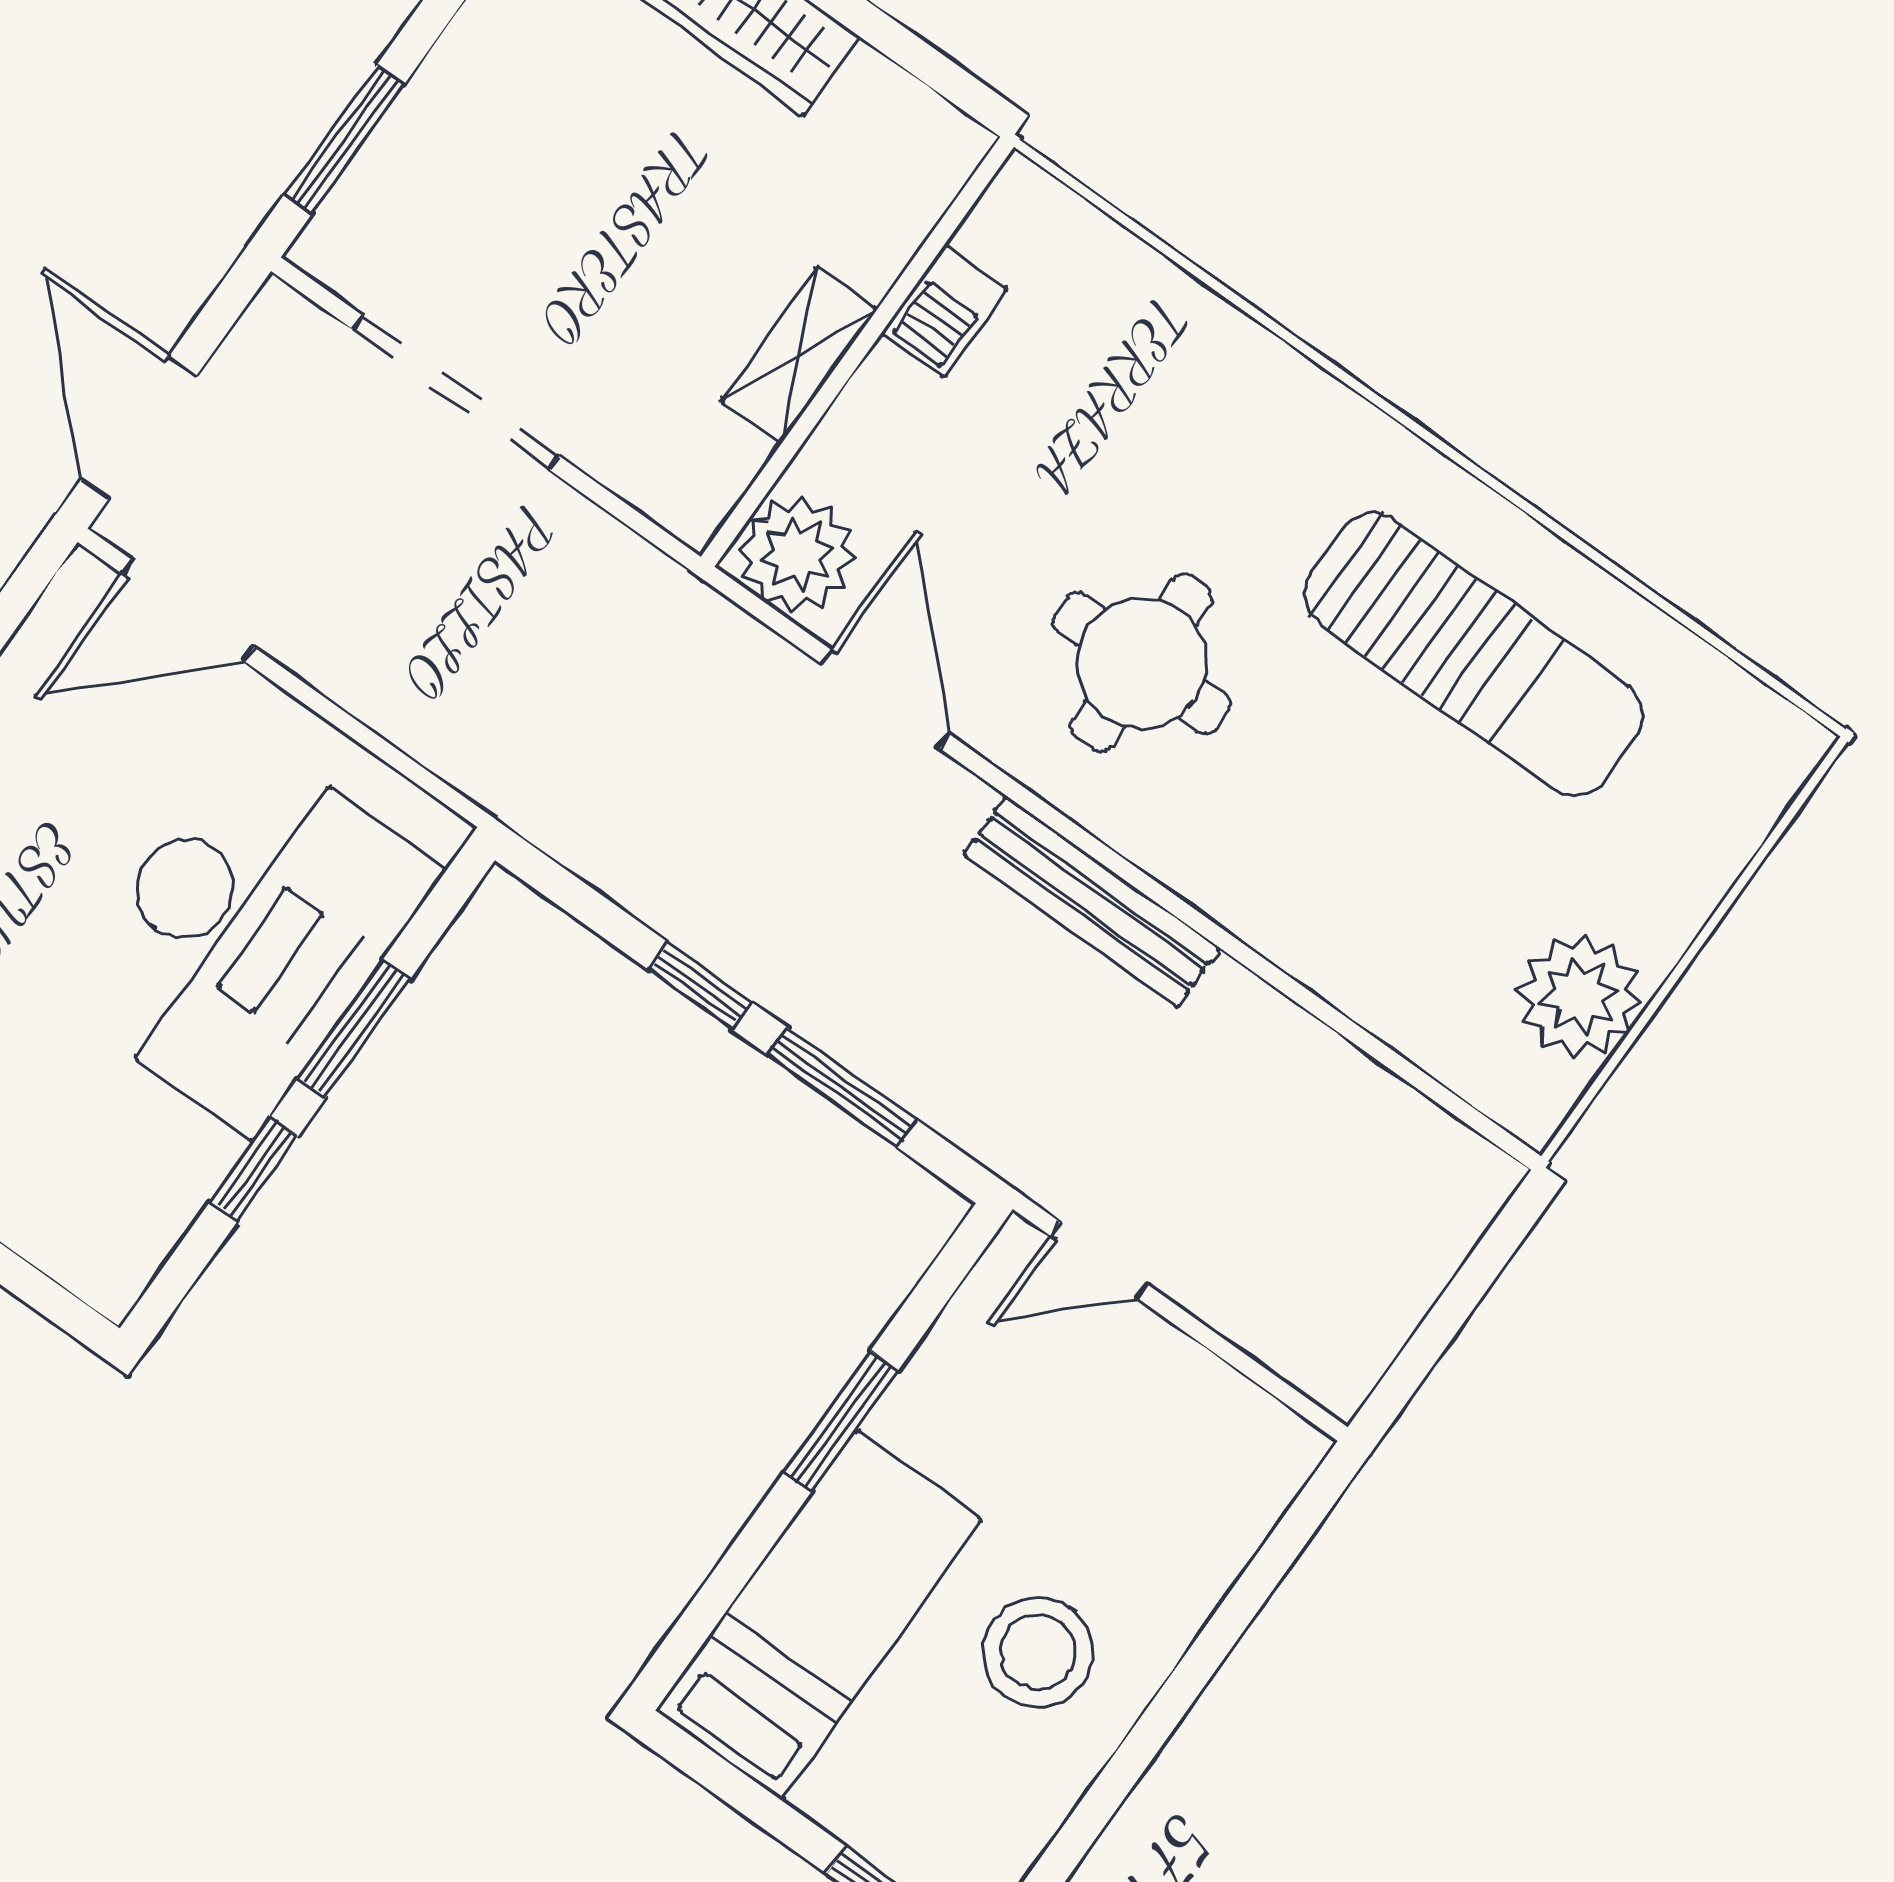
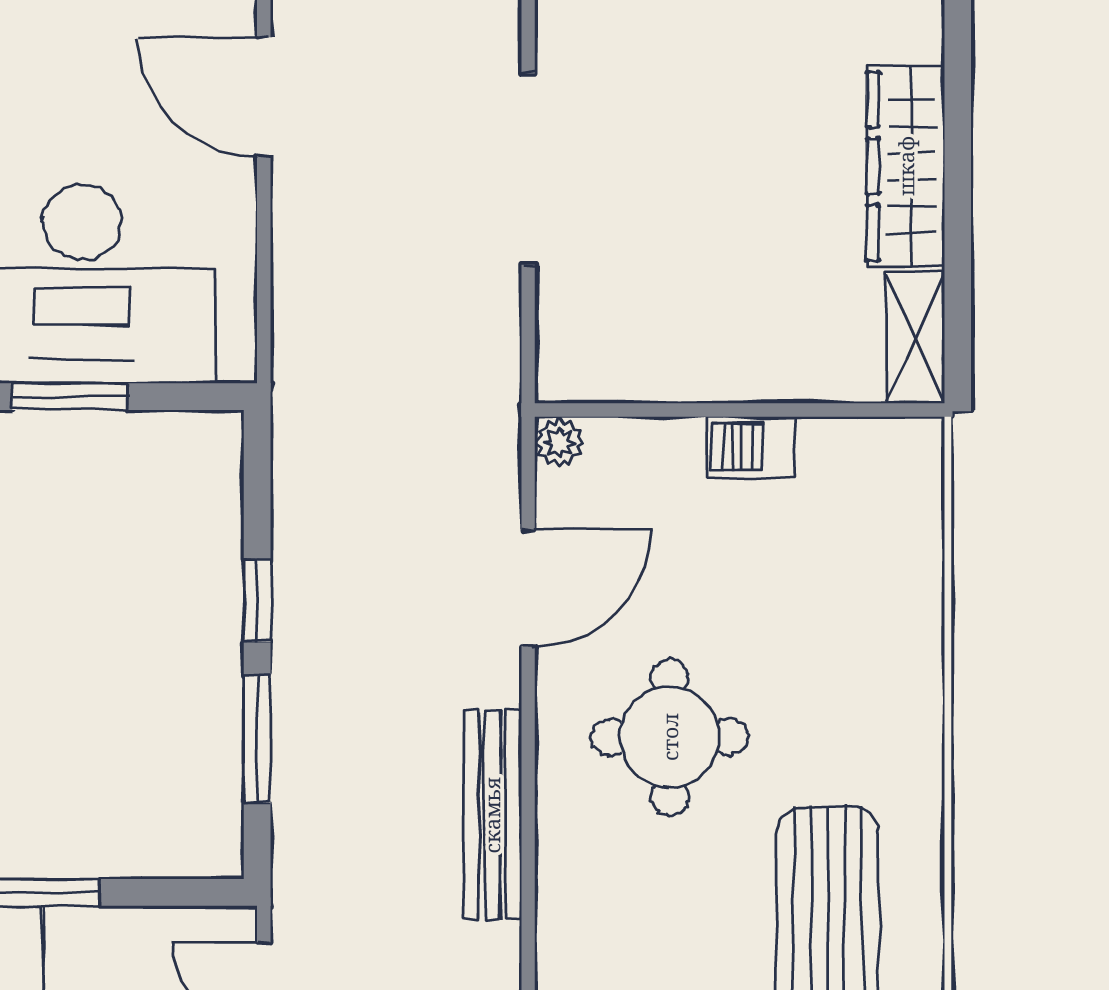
barbecue: (944, 311) -> (750, 447), moved
shelving: (799, 355) -> (915, 338), moved, turned 90
plant: (797, 554) -> (560, 443), width x0.53, depth x0.53

